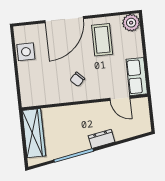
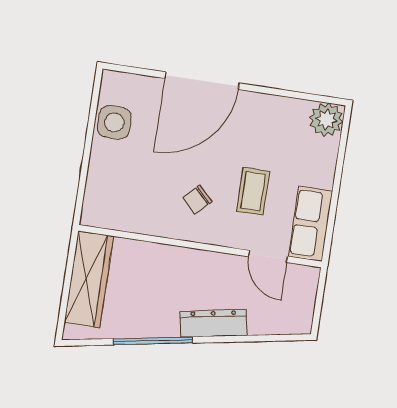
coffee table: (102, 40) -> (253, 191), moved, width x0.73, depth x0.77
dresser: (102, 139) -> (213, 323), width x1.44

